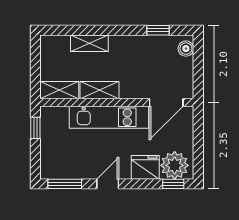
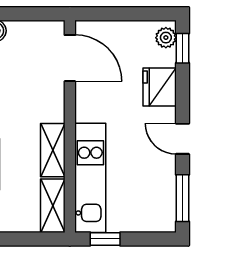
kitchen unit: (109, 117) -> (90, 178), moved
plant: (175, 165) -> (166, 38), width x0.53, depth x0.53

